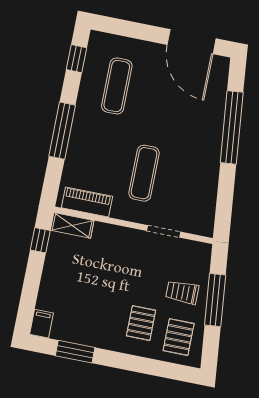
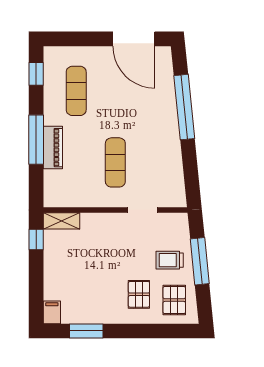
piano: (87, 202) -> (53, 148), moved, turned 90

